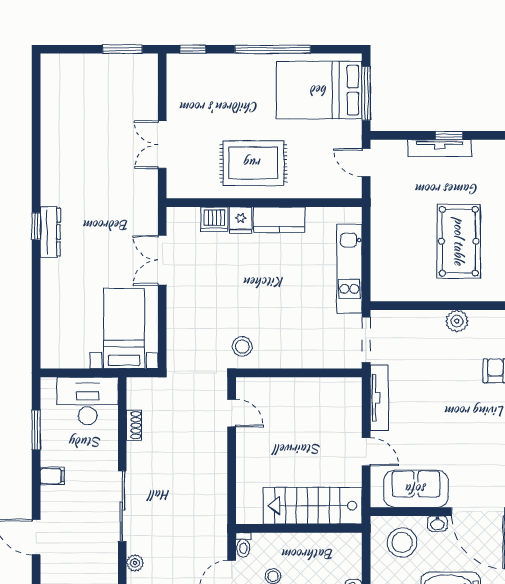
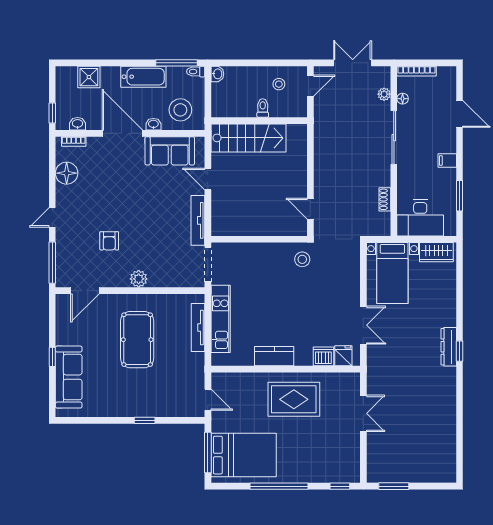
tv unit: (440, 148) -> (198, 328), moved, turned -90
fridge: (241, 220) -> (343, 356), moved
wardrobe: (67, 356) -> (436, 252), added
toilet: (243, 545) -> (263, 108), moved
floor lamp: (111, 557) -> (403, 99), added

